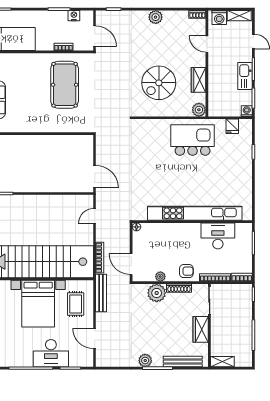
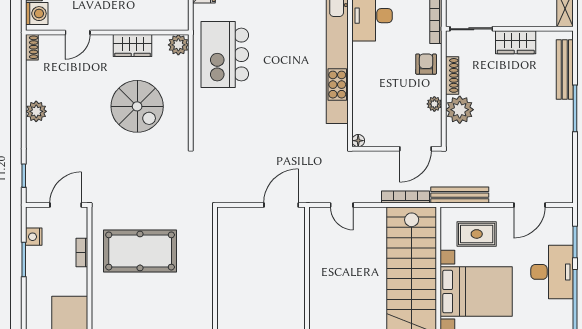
plant: (145, 360) -> (563, 127), removed

